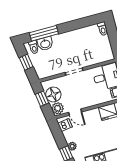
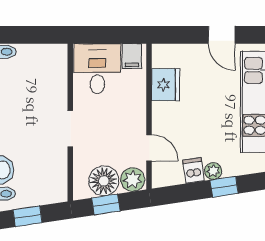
door: (75, 112) -> (149, 148), hinge flipped
dishwasher: (65, 125) -> (193, 170), moved

